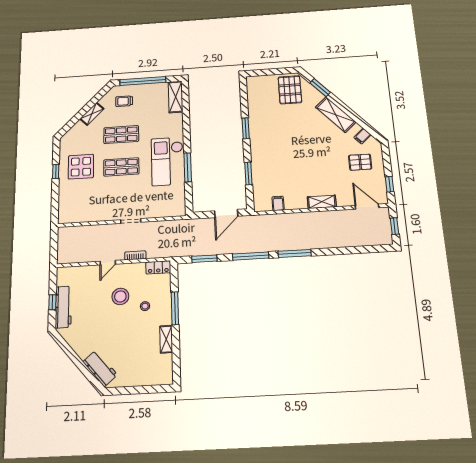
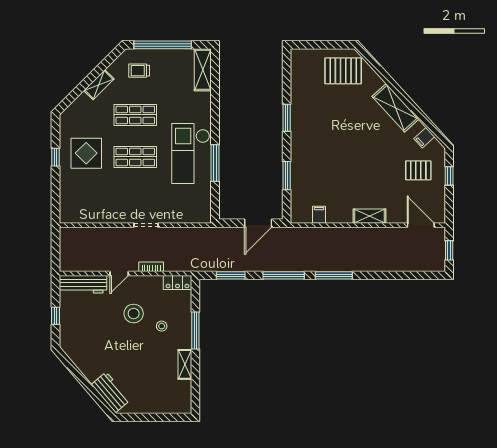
window: (320, 88) -> (380, 71), removed
pallet: (290, 90) -> (343, 71), turned 90
window: (389, 184) -> (449, 176), moved
workbench: (63, 307) -> (83, 284), moved, turned 90

